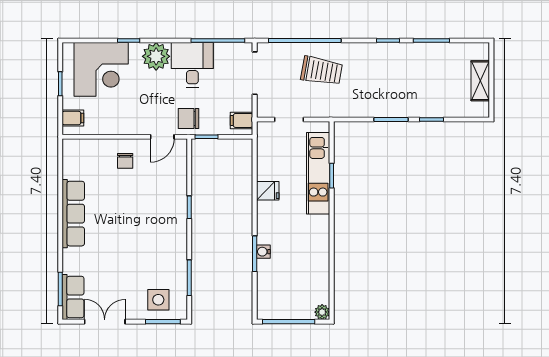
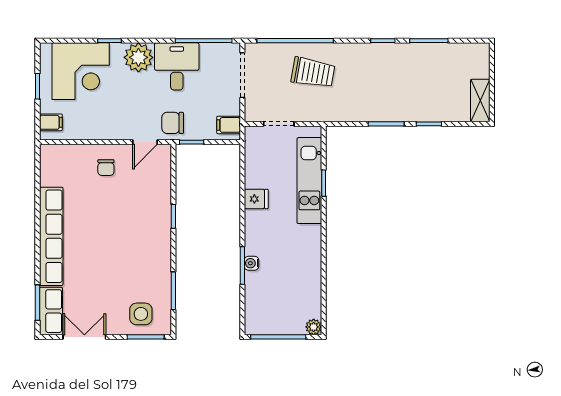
shelving: (480, 81) -> (480, 101), moved
row of seats: (73, 214) -> (51, 236), width x1.36

